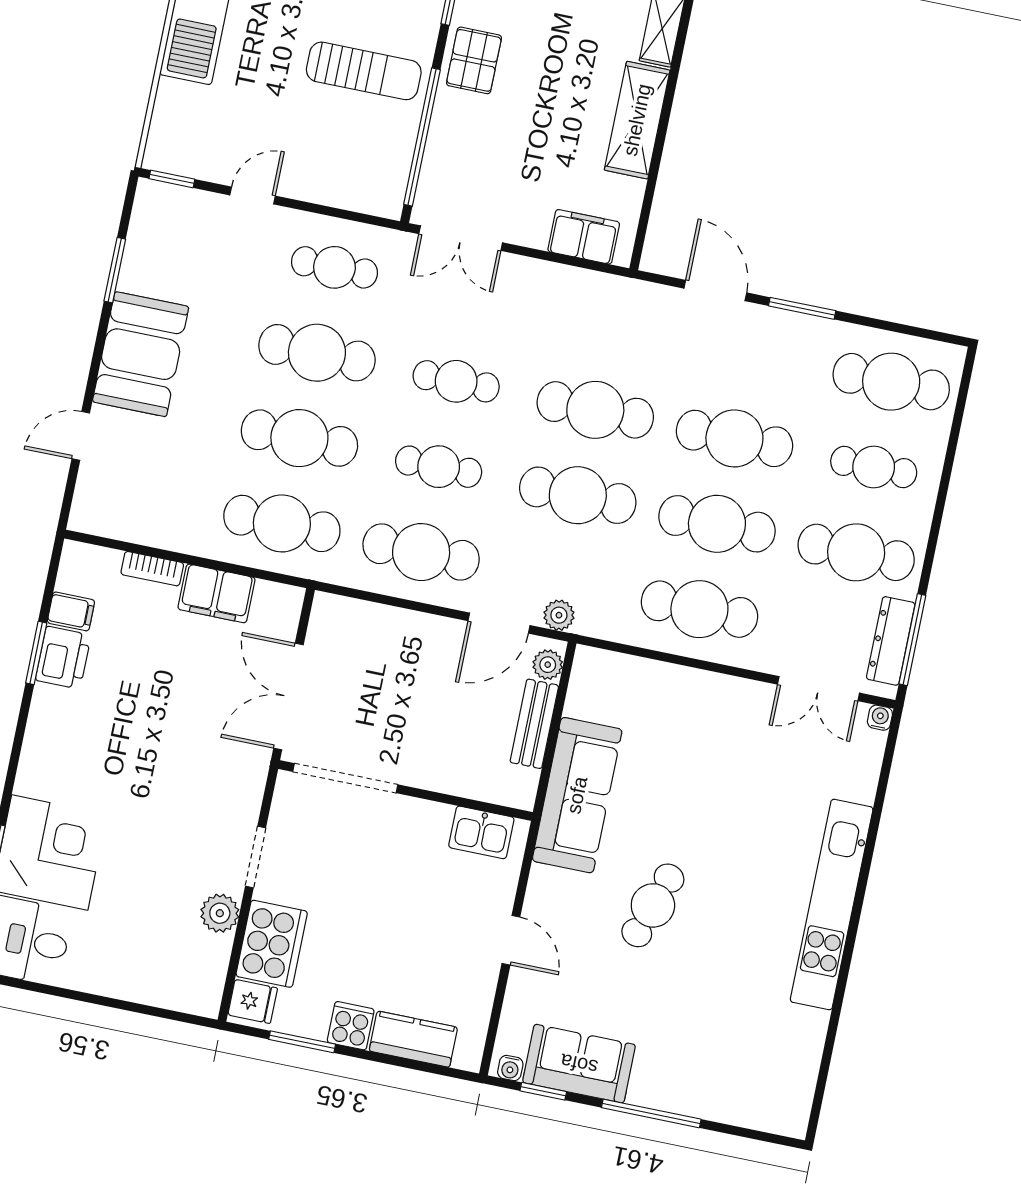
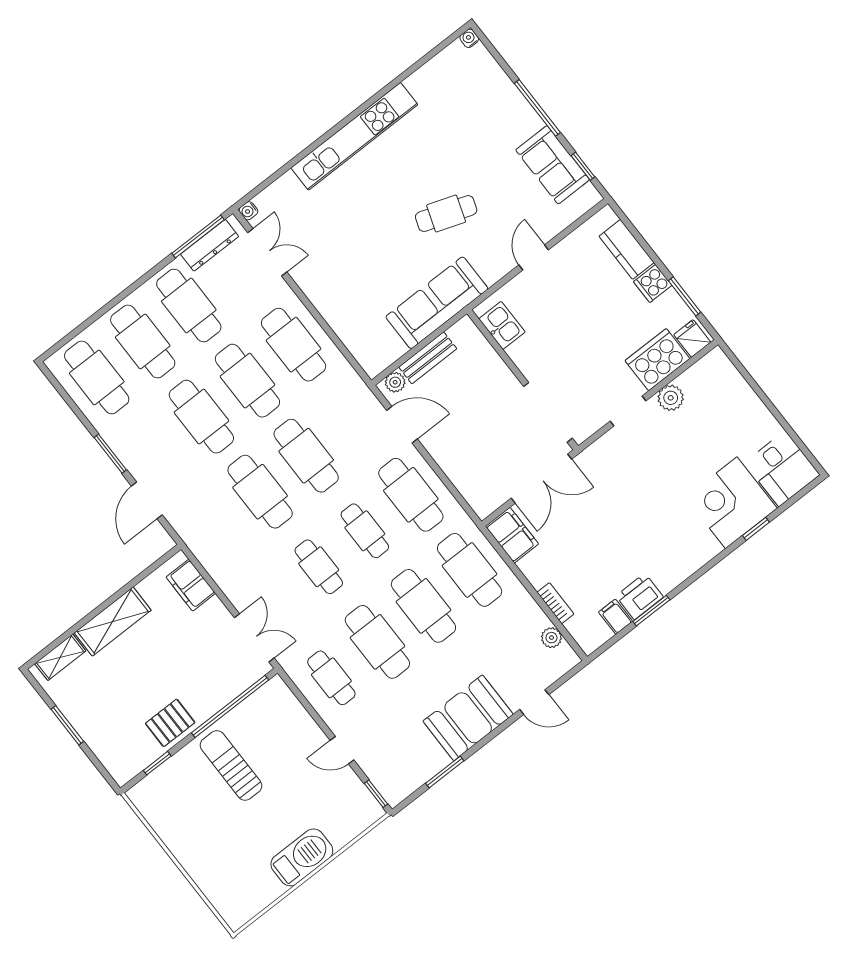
cafe table: (874, 467) -> (143, 341), width x1.37, depth x1.35
filing cabinet: (217, 593) -> (512, 535), moved
plant: (559, 615) -> (551, 638), moved
water cooler: (510, 1068) -> (469, 38), moved, turned -90

